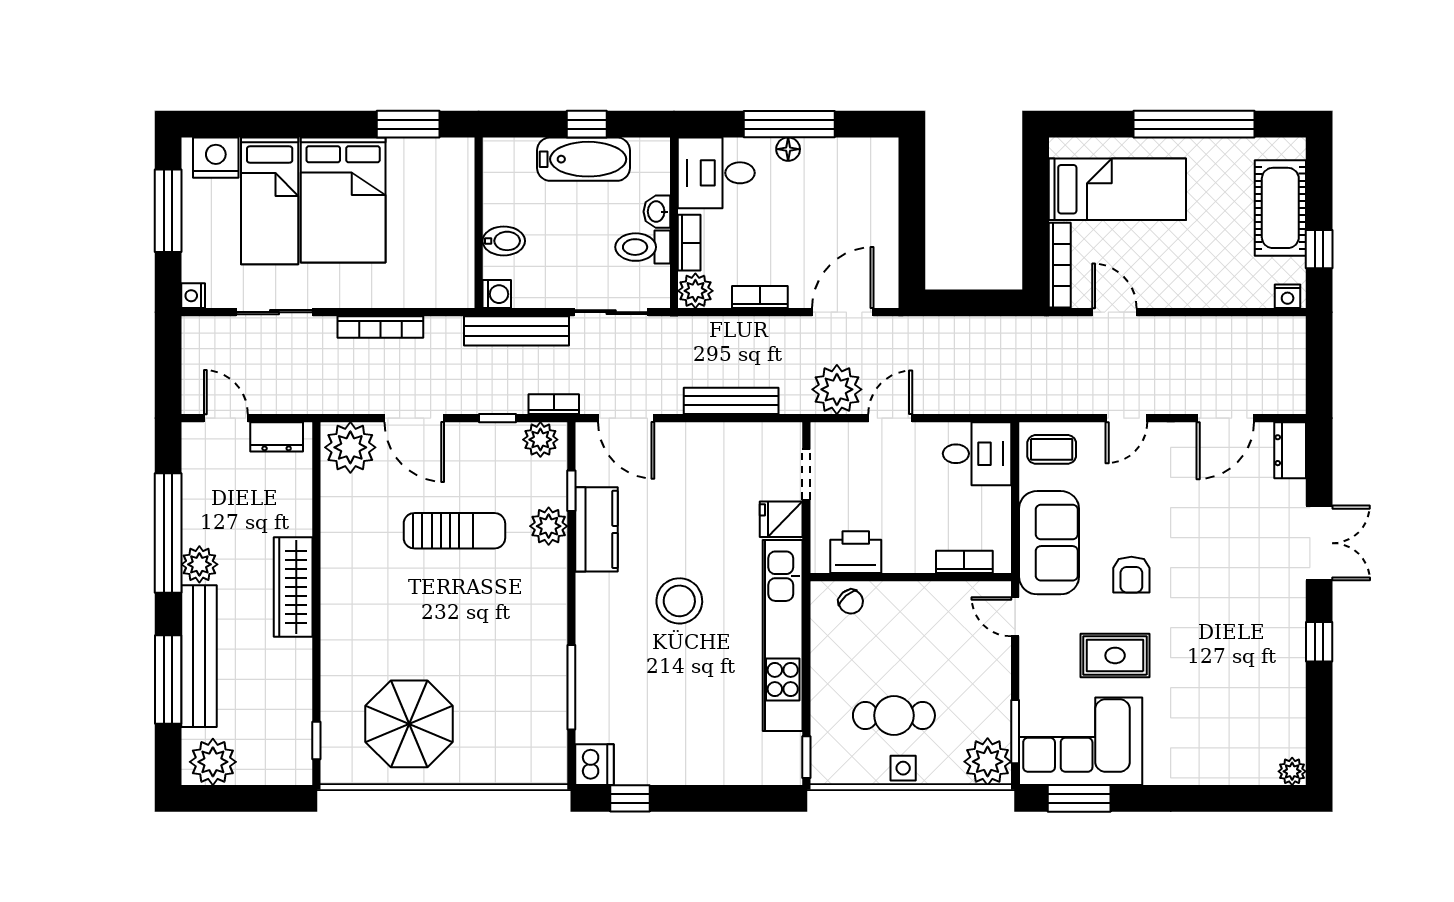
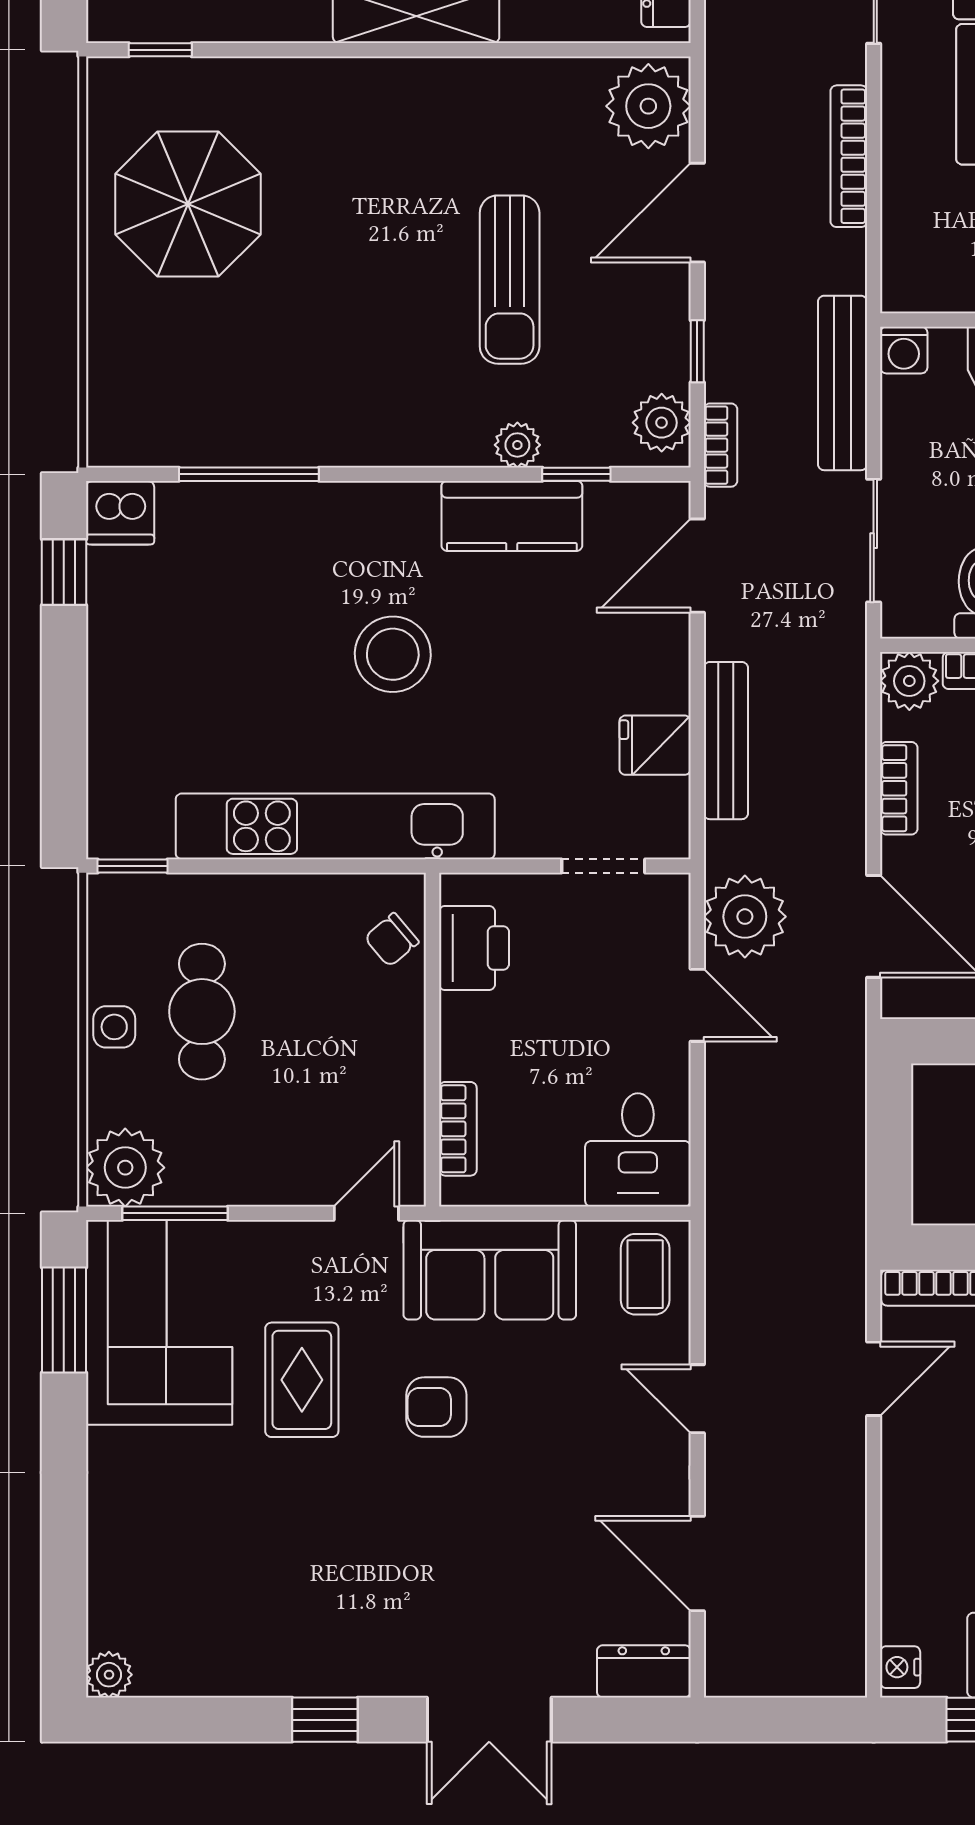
fridge: (781, 519) -> (655, 745), moved, turned -90
plant: (549, 526) -> (517, 445), width x0.73, depth x0.73

